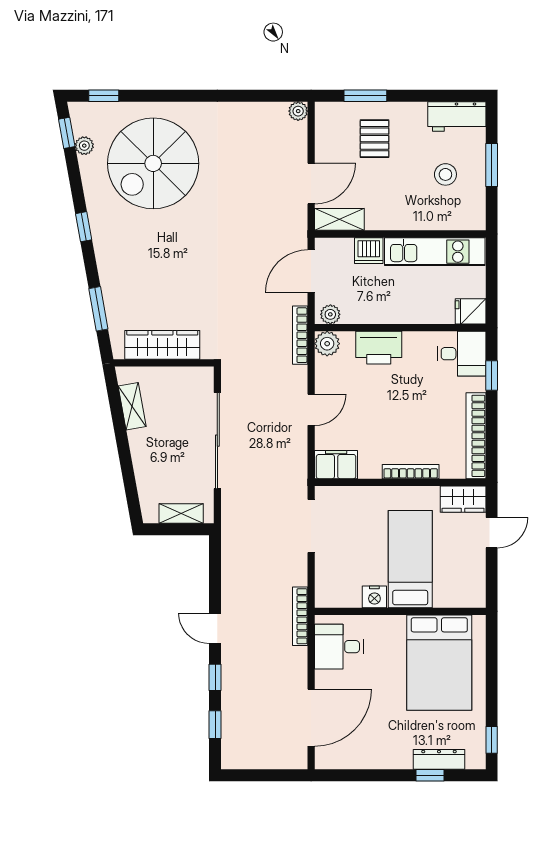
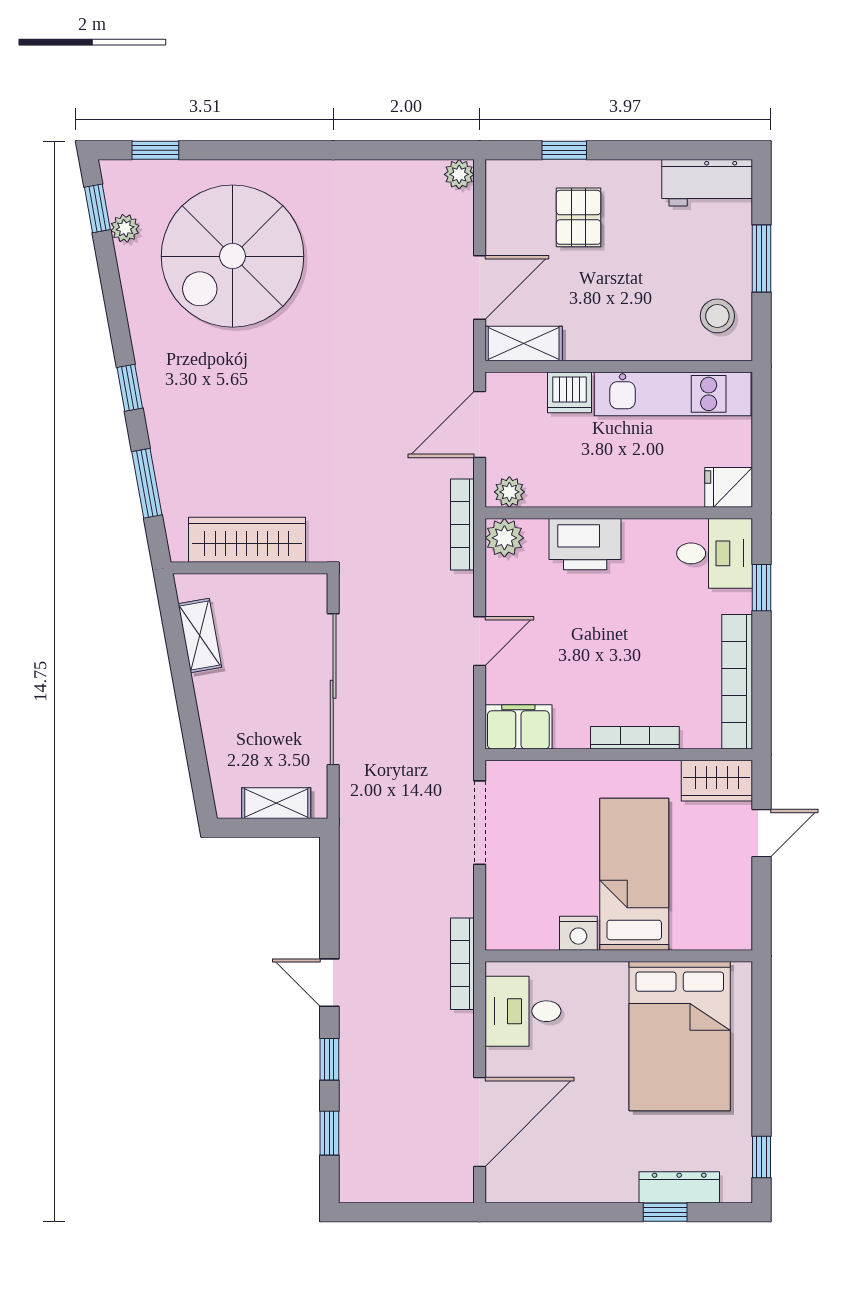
window: (365, 96) -> (564, 150), width x0.67
stool: (445, 174) -> (717, 316), moved
window: (84, 227) -> (130, 388), moved

